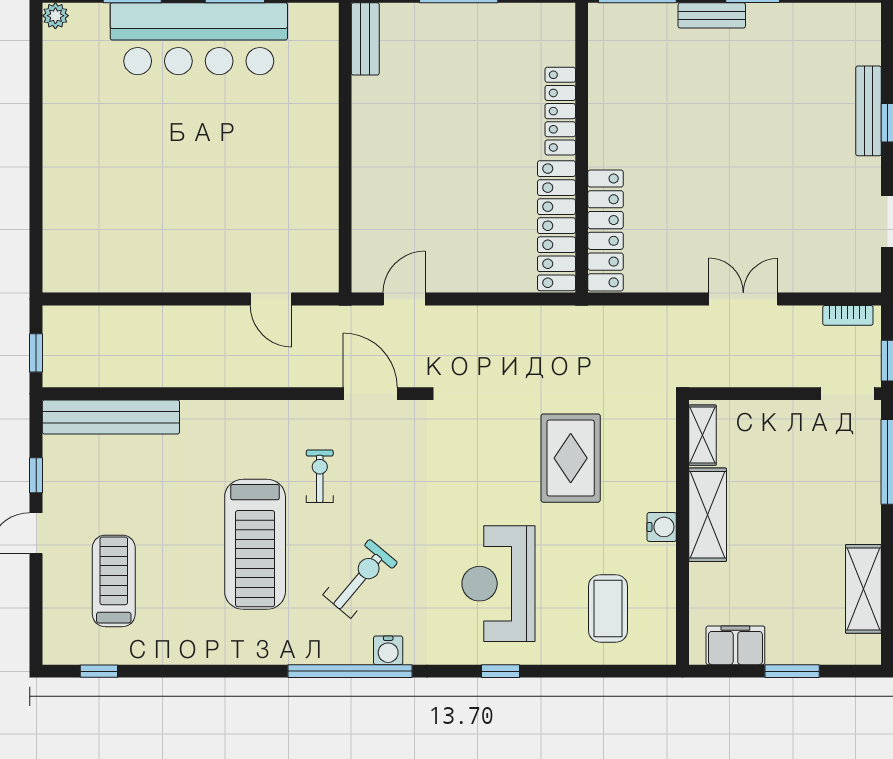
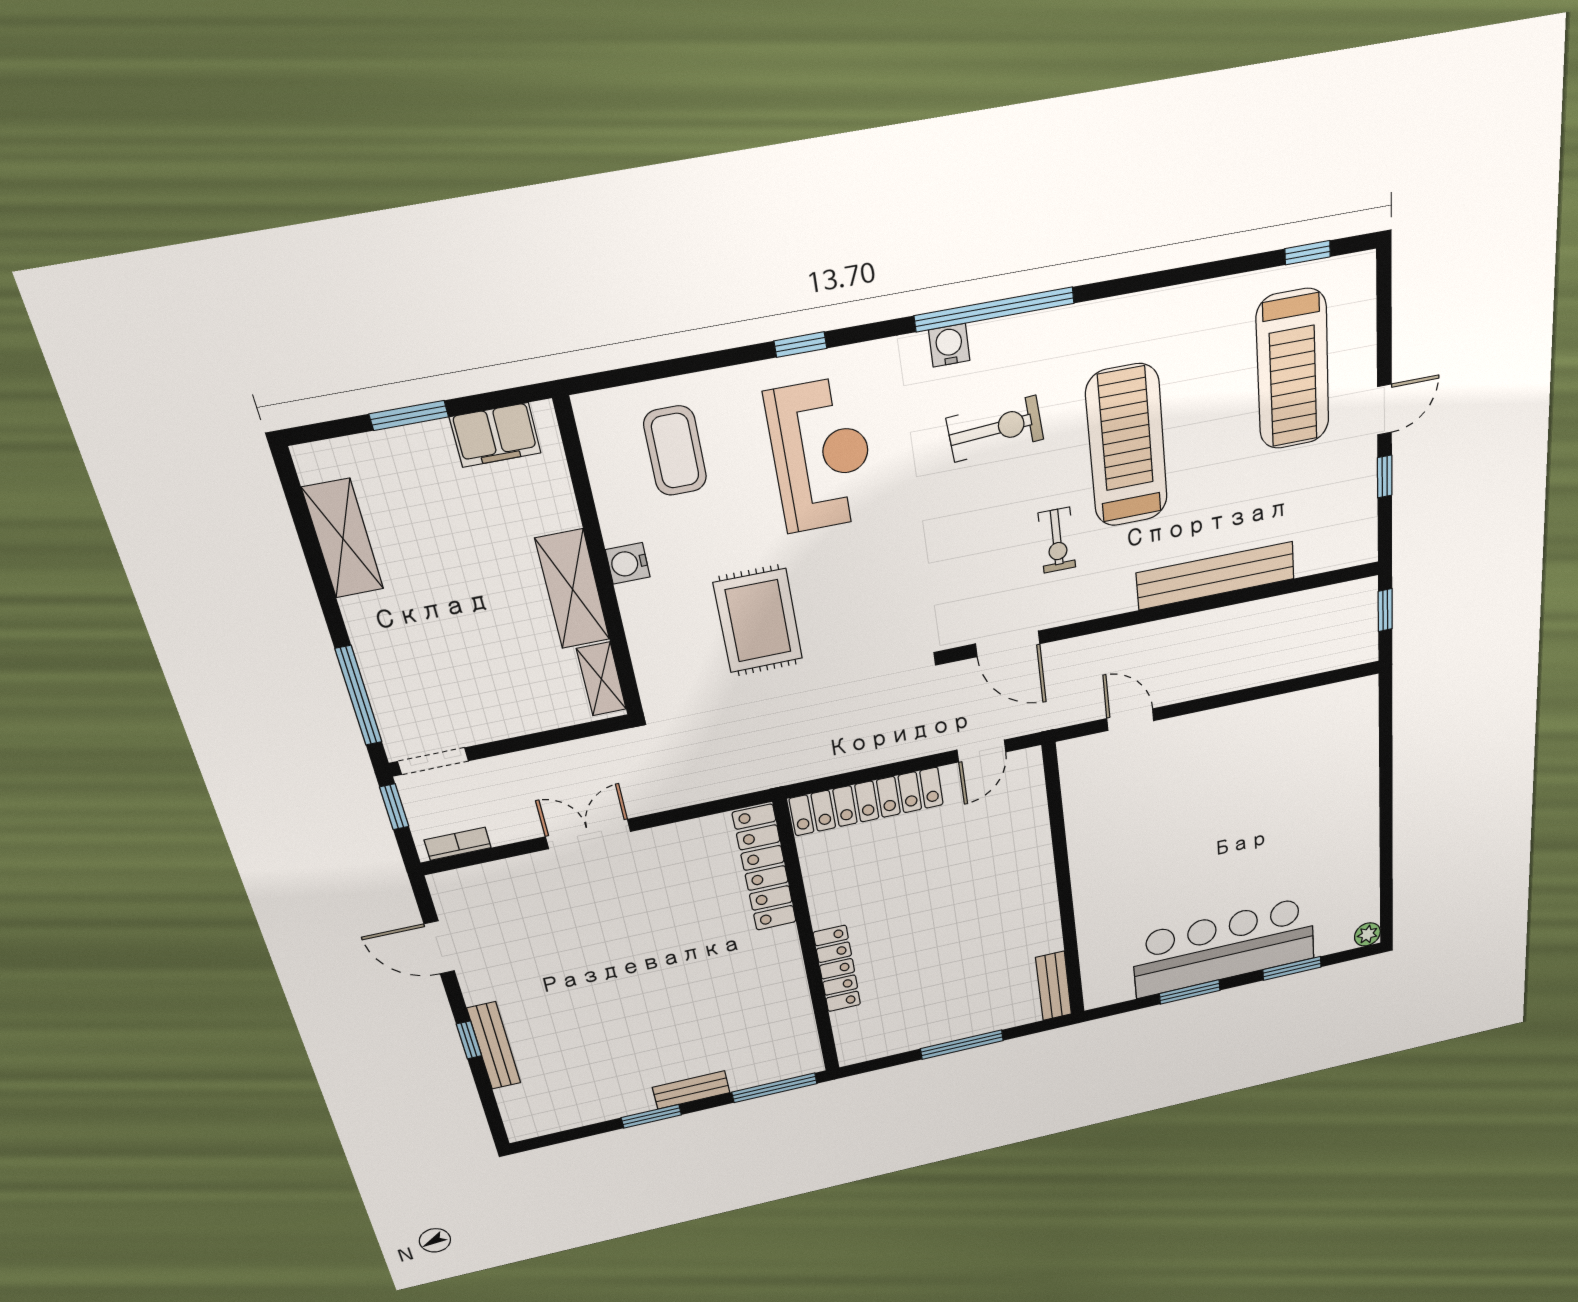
locker: (556, 226) -> (867, 801), moved, turned 90
double door: (743, 299) -> (588, 834), swing flipped
bench: (111, 417) -> (1216, 576), moved
exercise bike: (360, 579) -> (995, 429), turned -134
treadmill: (114, 581) -> (1293, 370), width x1.37, depth x1.38

